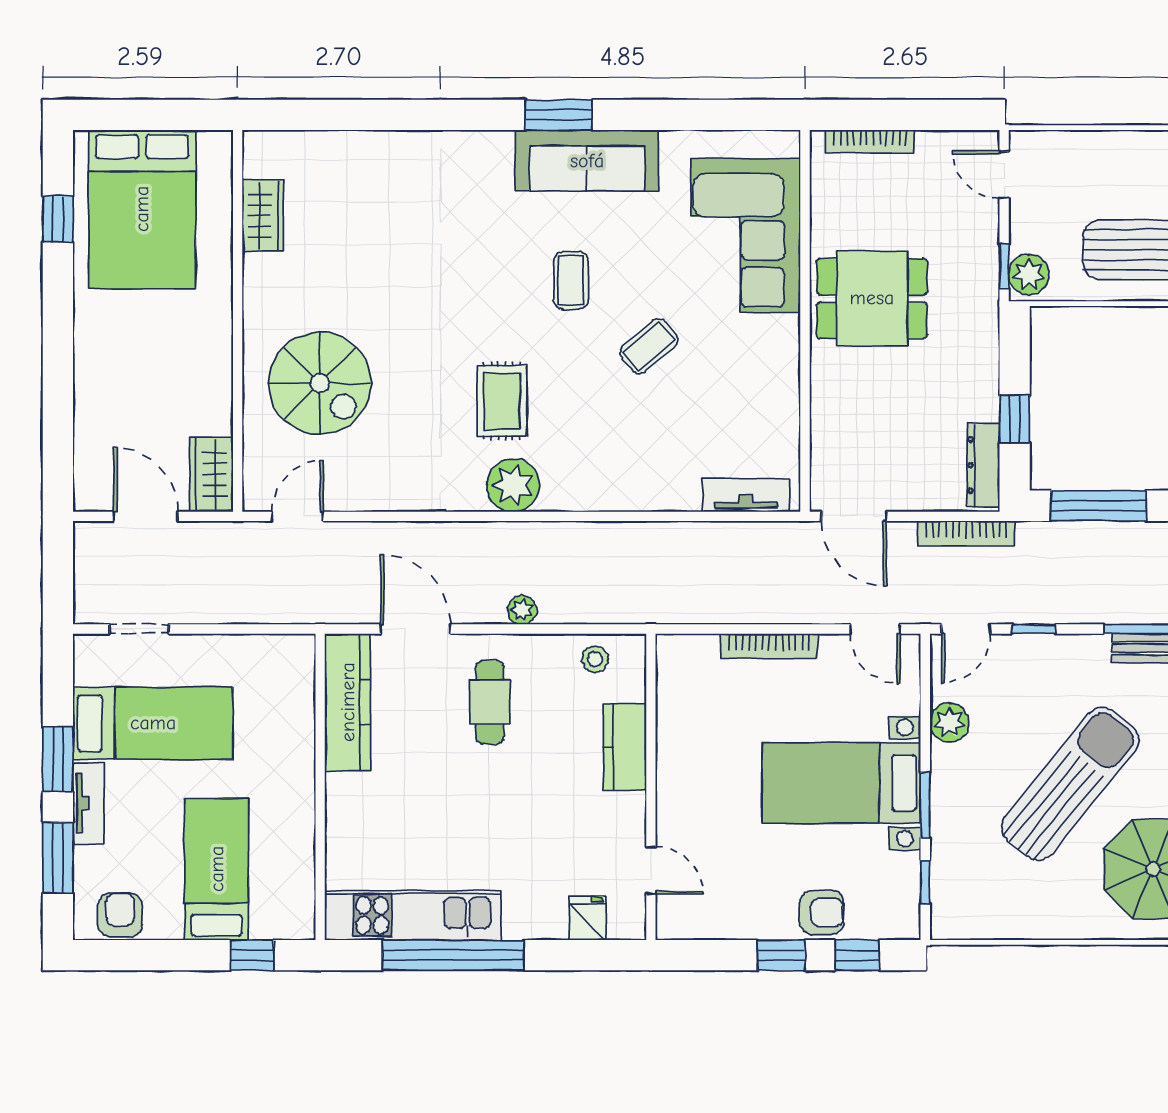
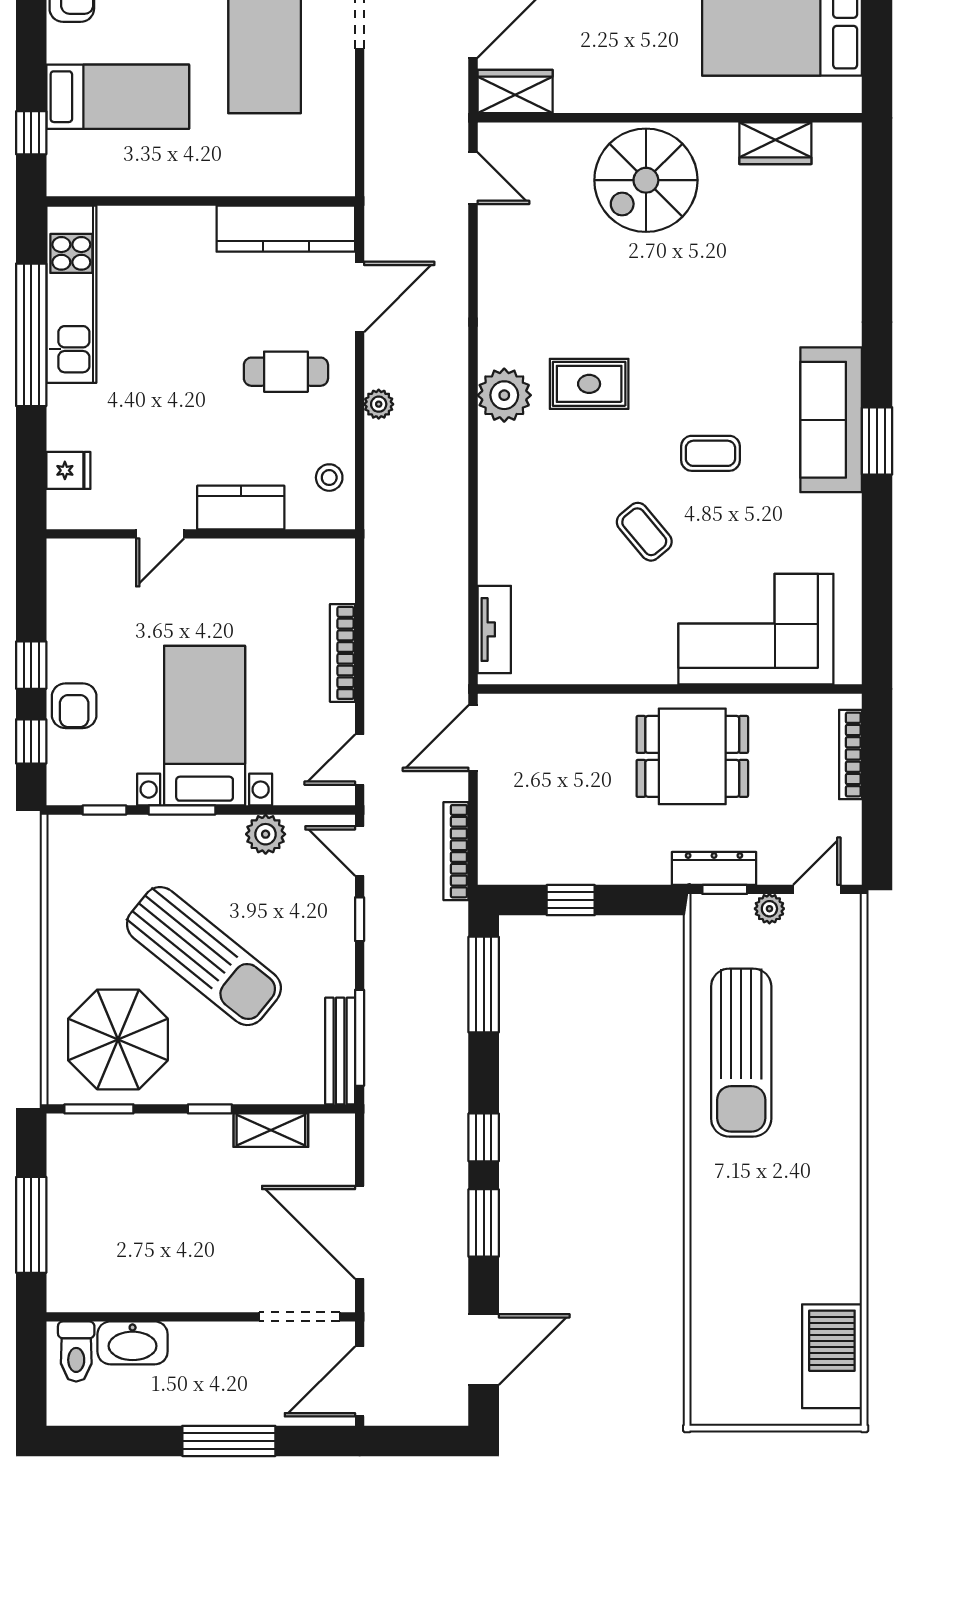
sofa: (587, 161) -> (831, 420), moved
plant: (1029, 275) -> (769, 909), moved, width x0.73, depth x0.73
dining table: (872, 298) -> (692, 756), turned 90
spiral stairs: (320, 383) -> (646, 180), moved
dresser: (983, 465) -> (714, 868), moved
door: (651, 871) -> (160, 534), moved

